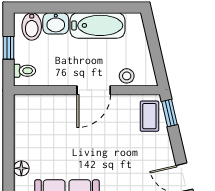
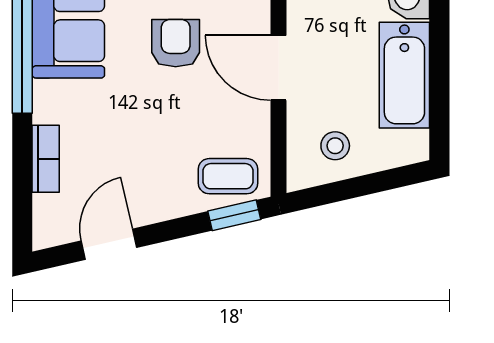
stool: (127, 76) -> (335, 146), moved
armchair: (81, 143) -> (176, 43), added

